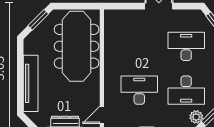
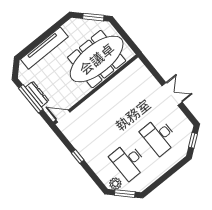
desk: (186, 46) -> (159, 136), turned 180
desk: (139, 90) -> (102, 128), removed

